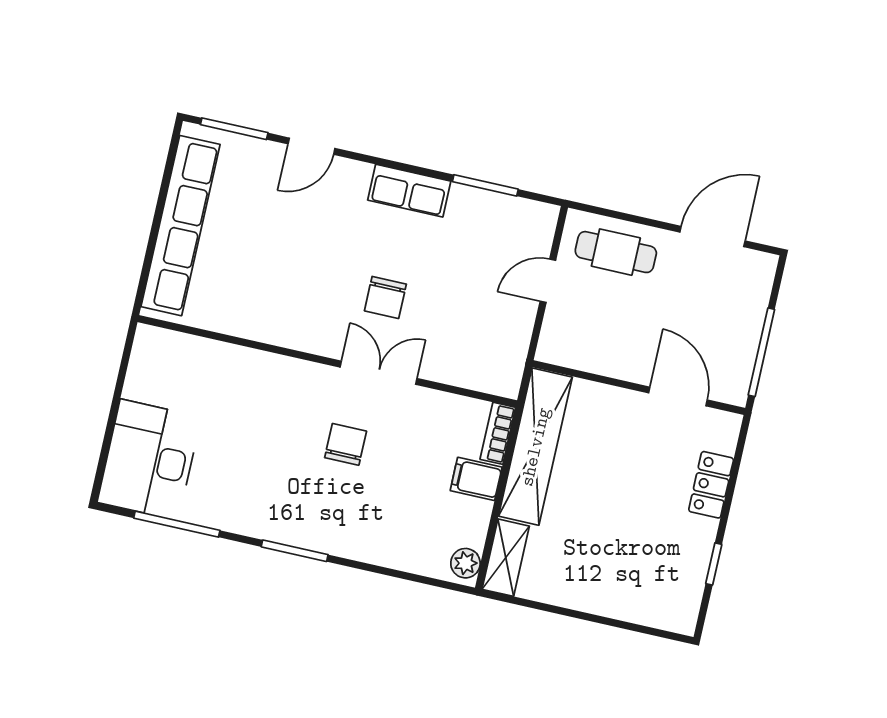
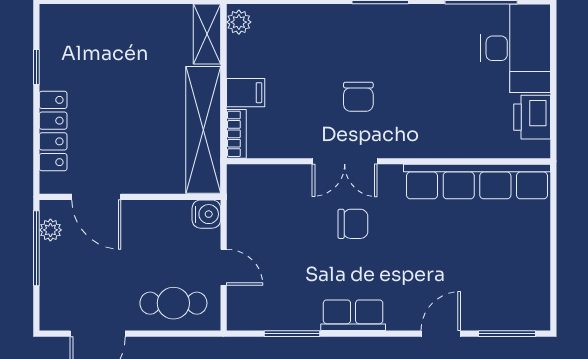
row of seats: (181, 226) -> (477, 182), moved, turned -90
door: (548, 281) -> (224, 267), hinge flipped
chair: (385, 297) -> (353, 224), turned 90
water cooler: (554, 347) -> (206, 214), added
plant: (740, 370) -> (50, 230), added
printer: (148, 375) -> (532, 117), added
locker: (711, 485) -> (53, 131), width x1.53

